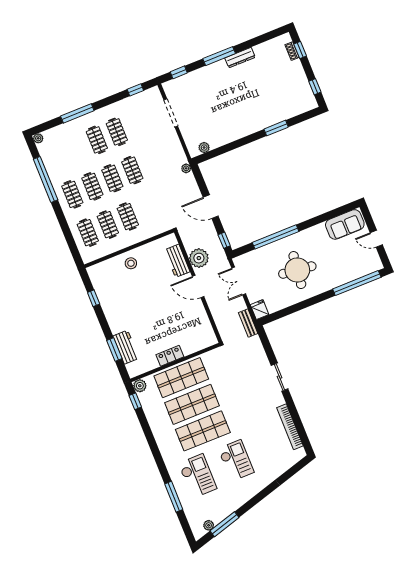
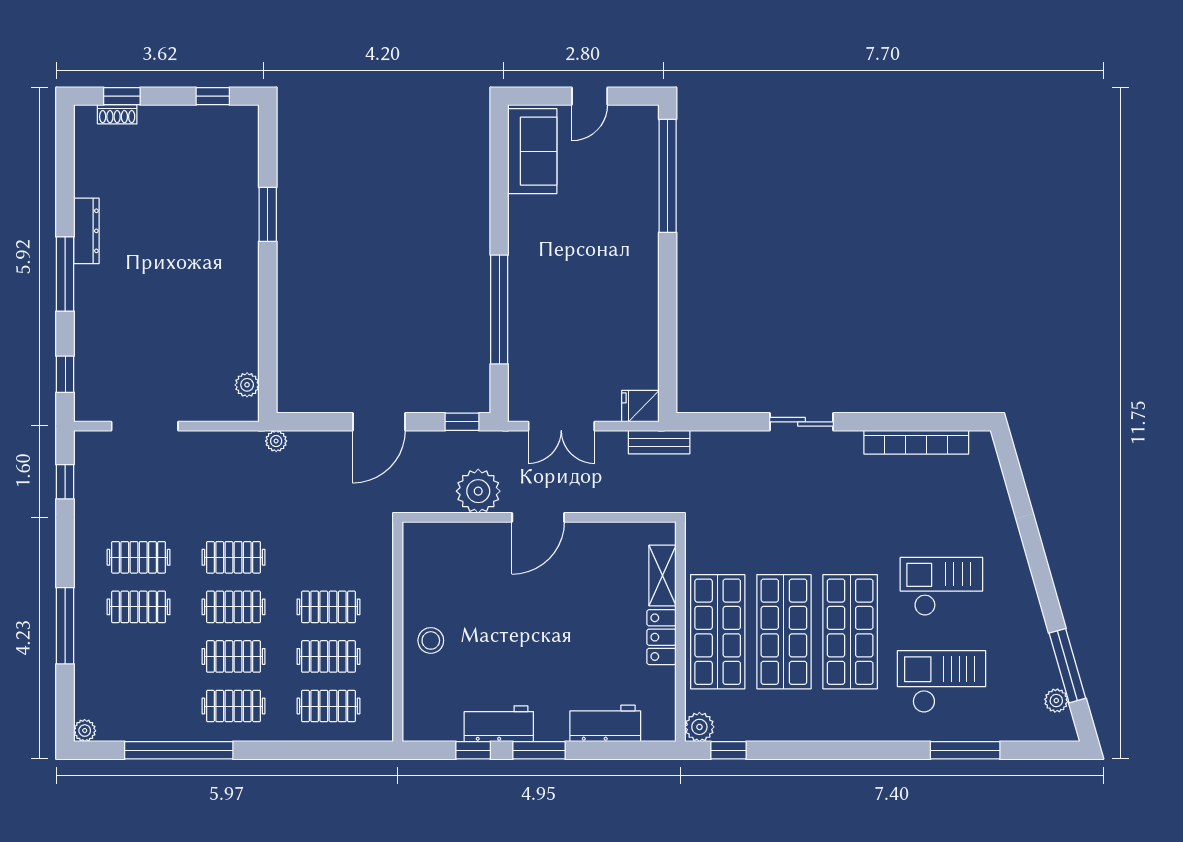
workbench: (177, 261) -> (499, 724), moved, turned 180
round table: (297, 270) -> (589, 292), removed
shelving: (195, 346) -> (663, 576), added
window: (114, 350) -> (539, 750), moved

